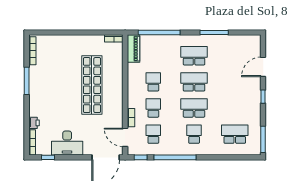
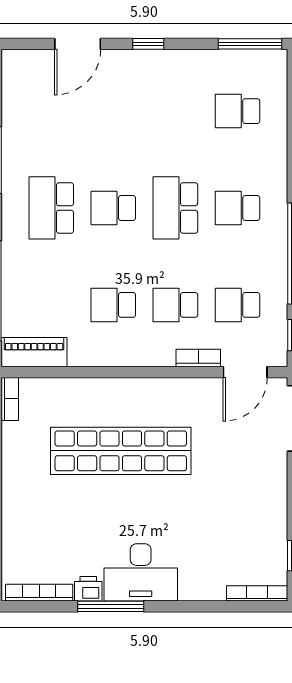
door: (263, 67) -> (78, 44), hinge flipped
school desk: (194, 82) -> (113, 208), width x0.54
printer: (34, 123) -> (88, 589), moved
school desk: (235, 134) -> (237, 111), width x0.54
desk: (67, 143) -> (141, 572), moved, turned 90

